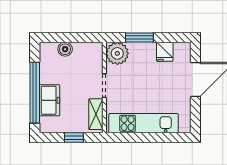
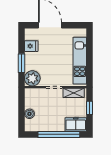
freezer: (49, 100) -> (76, 124), moved

